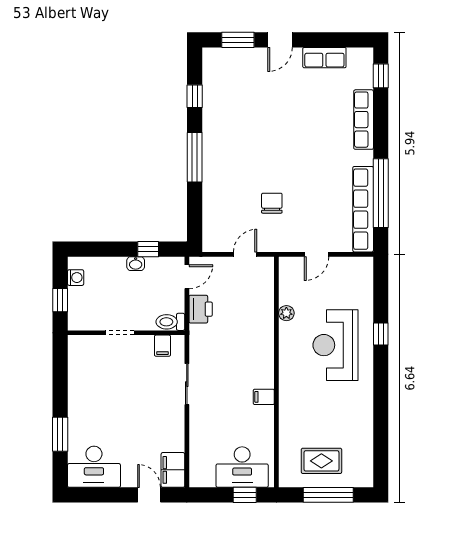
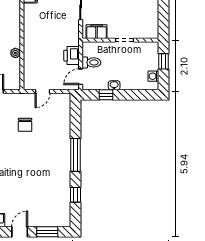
toilet: (170, 322) -> (91, 62), moved
filing cabinet: (162, 346) -> (97, 32), width x2.00

